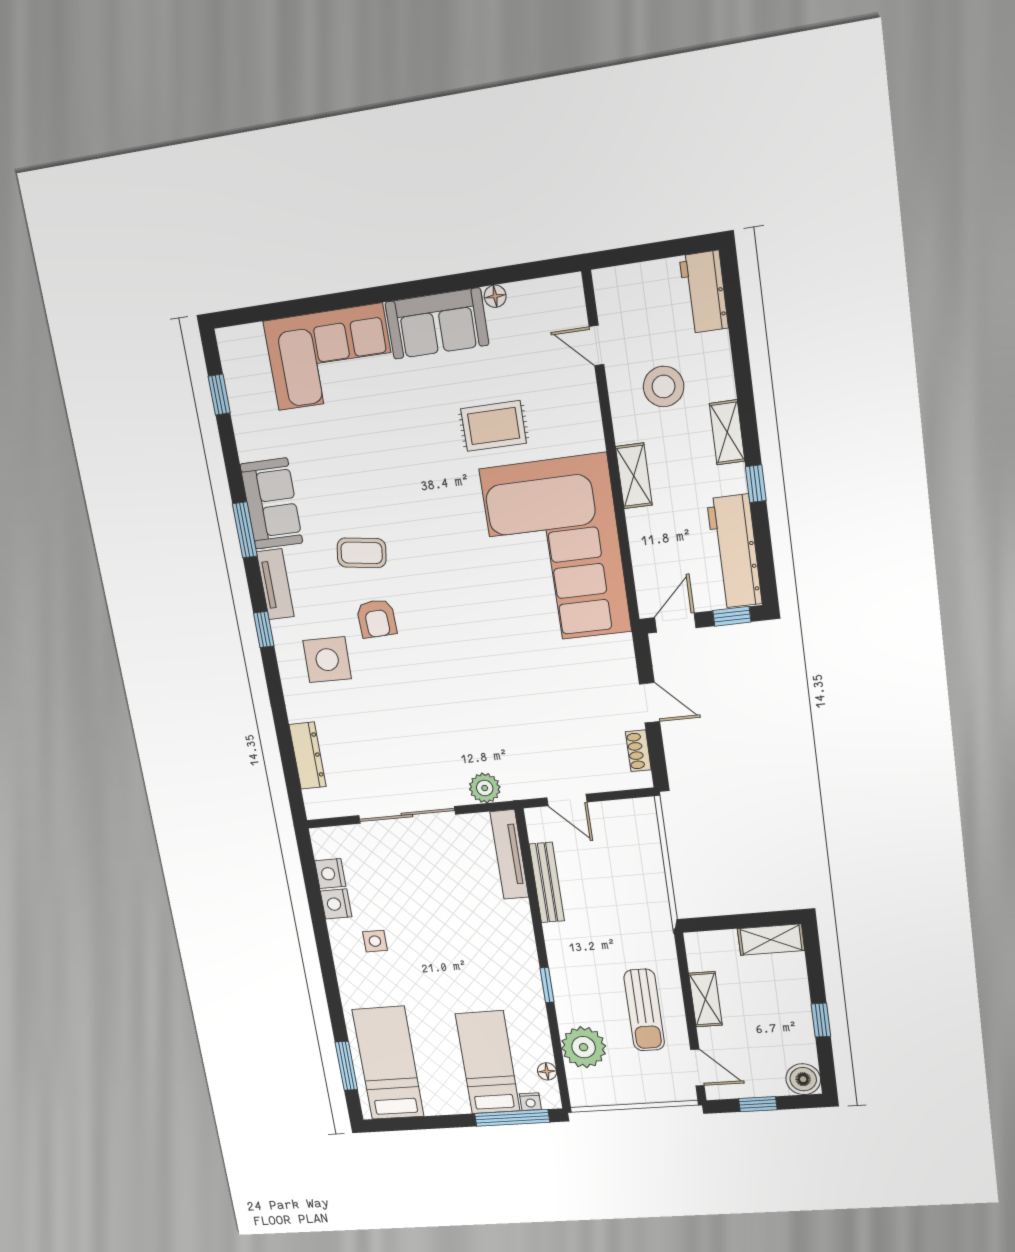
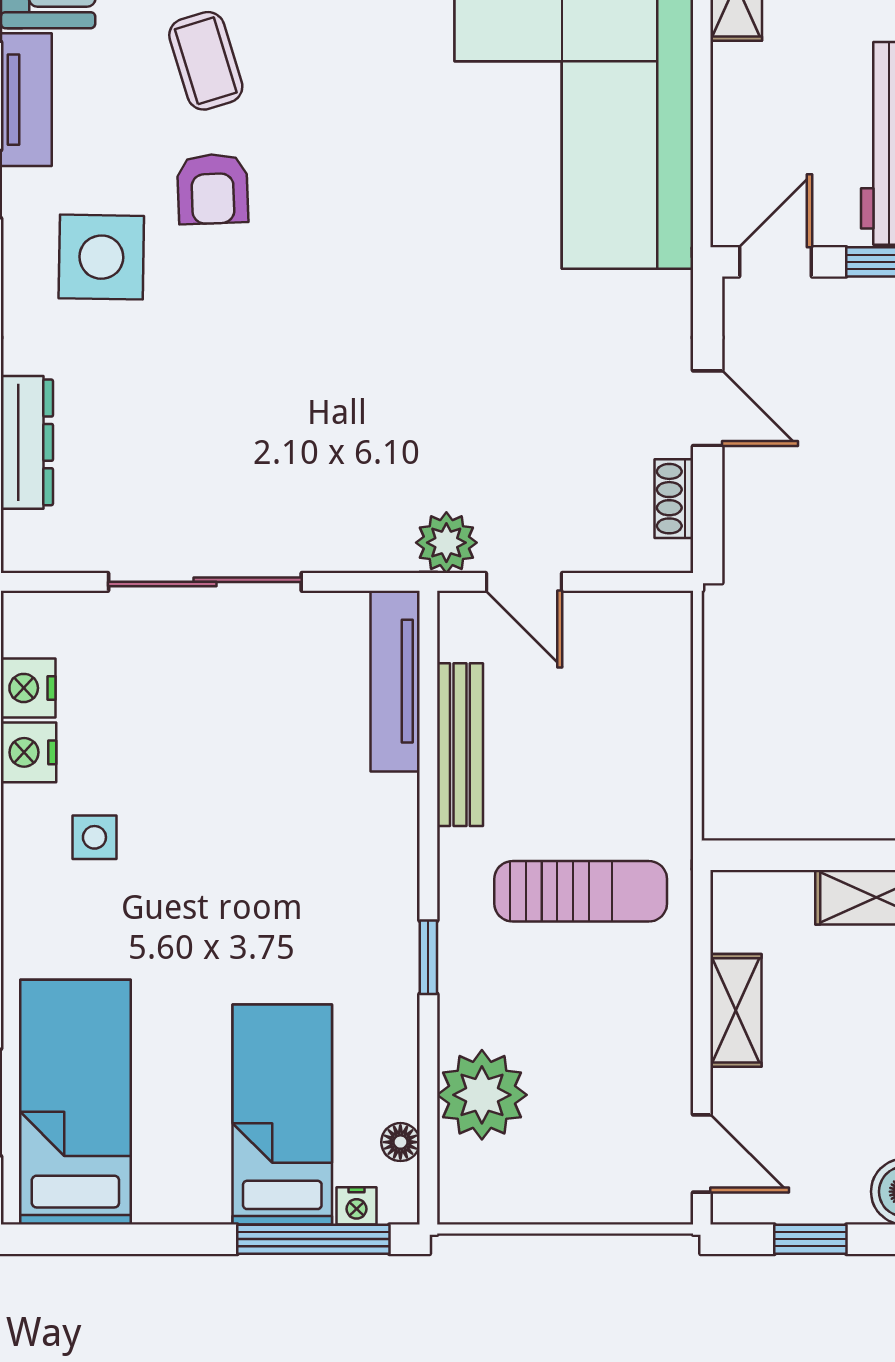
coffee table: (362, 553) -> (206, 61), turned 65
plant: (485, 788) -> (446, 543), moved
sun lounger: (644, 1010) -> (581, 891), moved, turned -90

